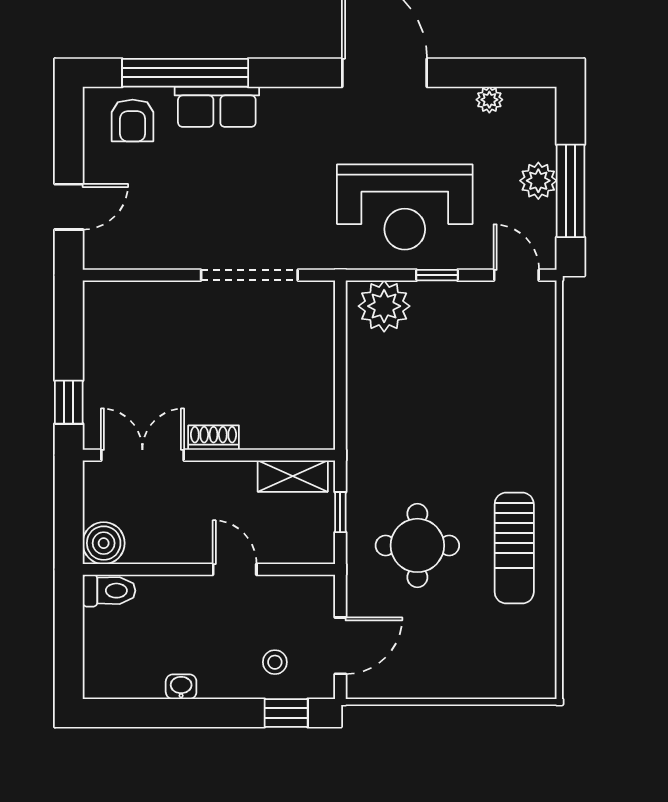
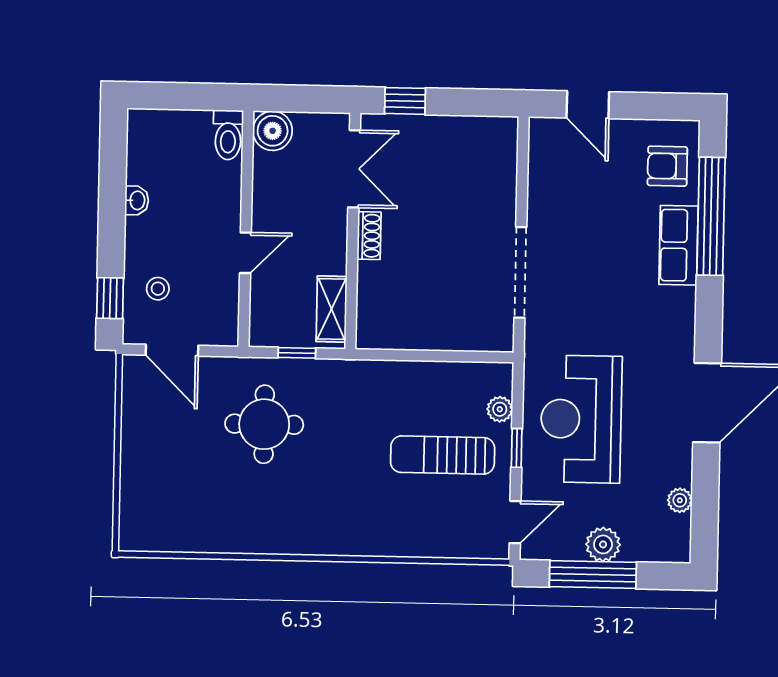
plant: (384, 306) -> (500, 409), width x0.53, depth x0.53
sun lounger: (514, 548) -> (443, 455), moved

